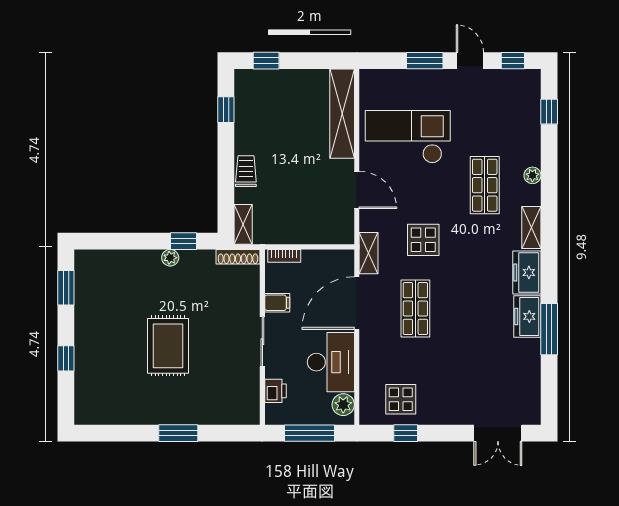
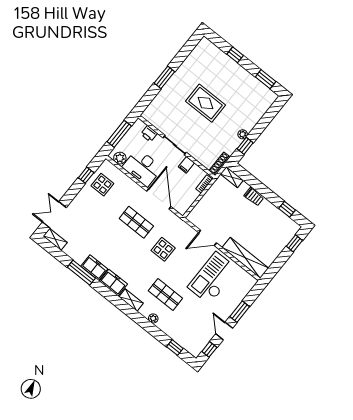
door: (470, 61) -> (224, 331), swing flipped
checkout: (408, 137) -> (213, 278), turned 180
shelving: (369, 253) -> (55, 239), moved

